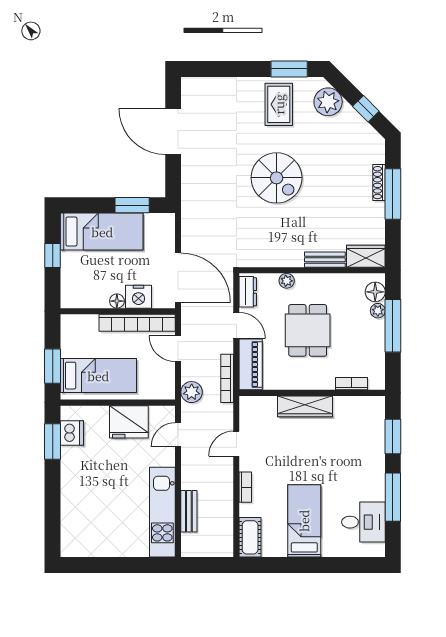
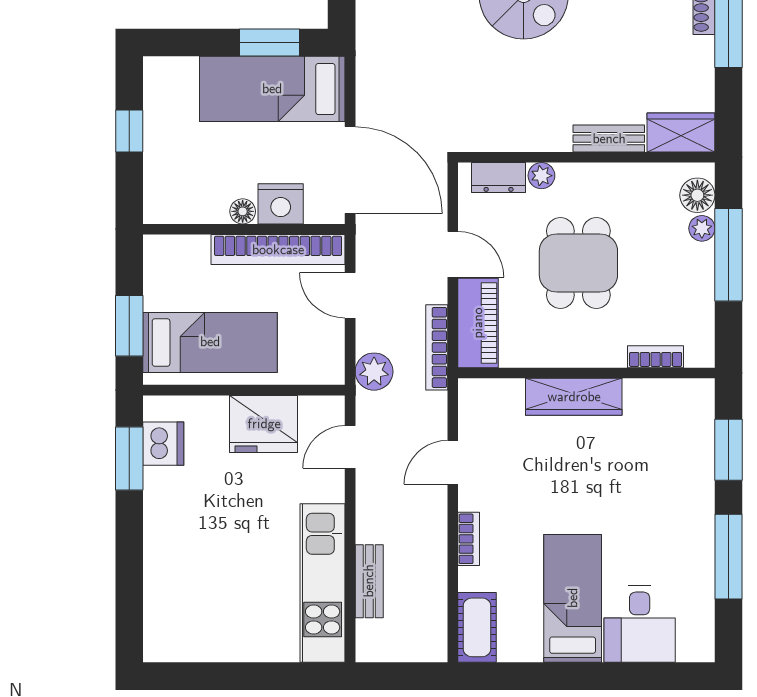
bed: (102, 232) -> (272, 89), moved, turned 180
dresser: (248, 292) -> (499, 178), moved, turned 90
desk: (363, 522) -> (640, 624), moved, turned 90

